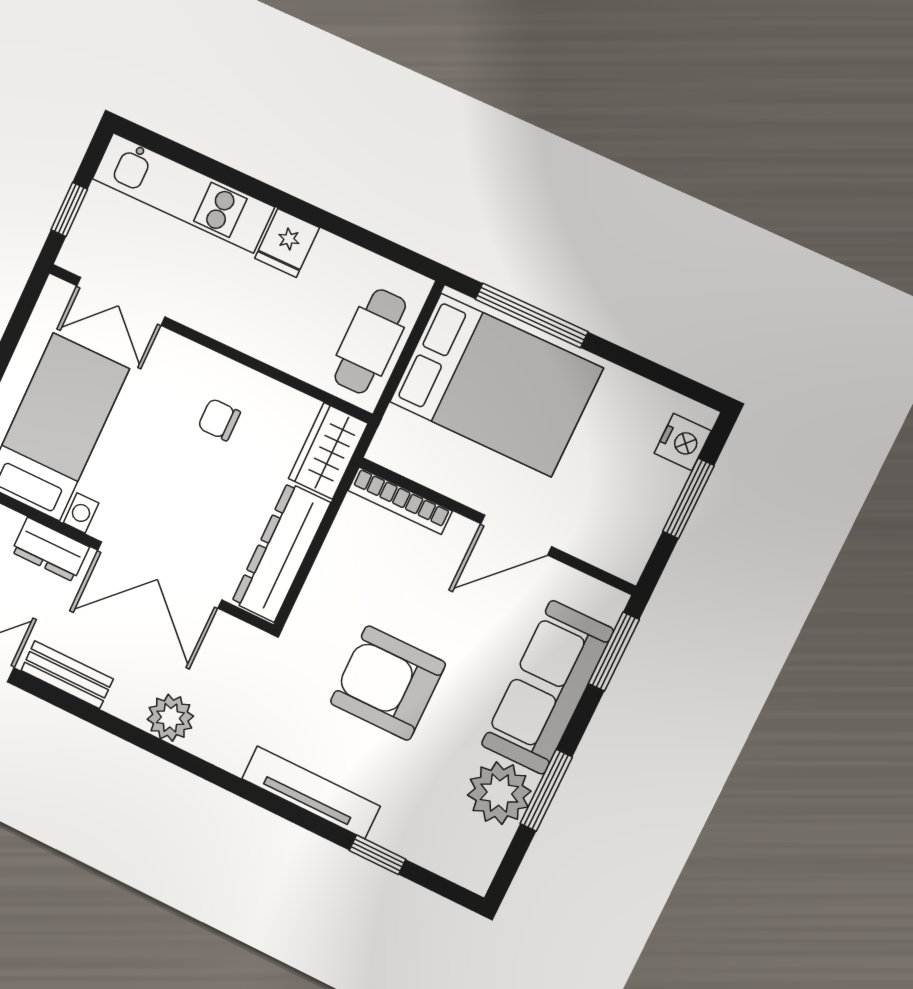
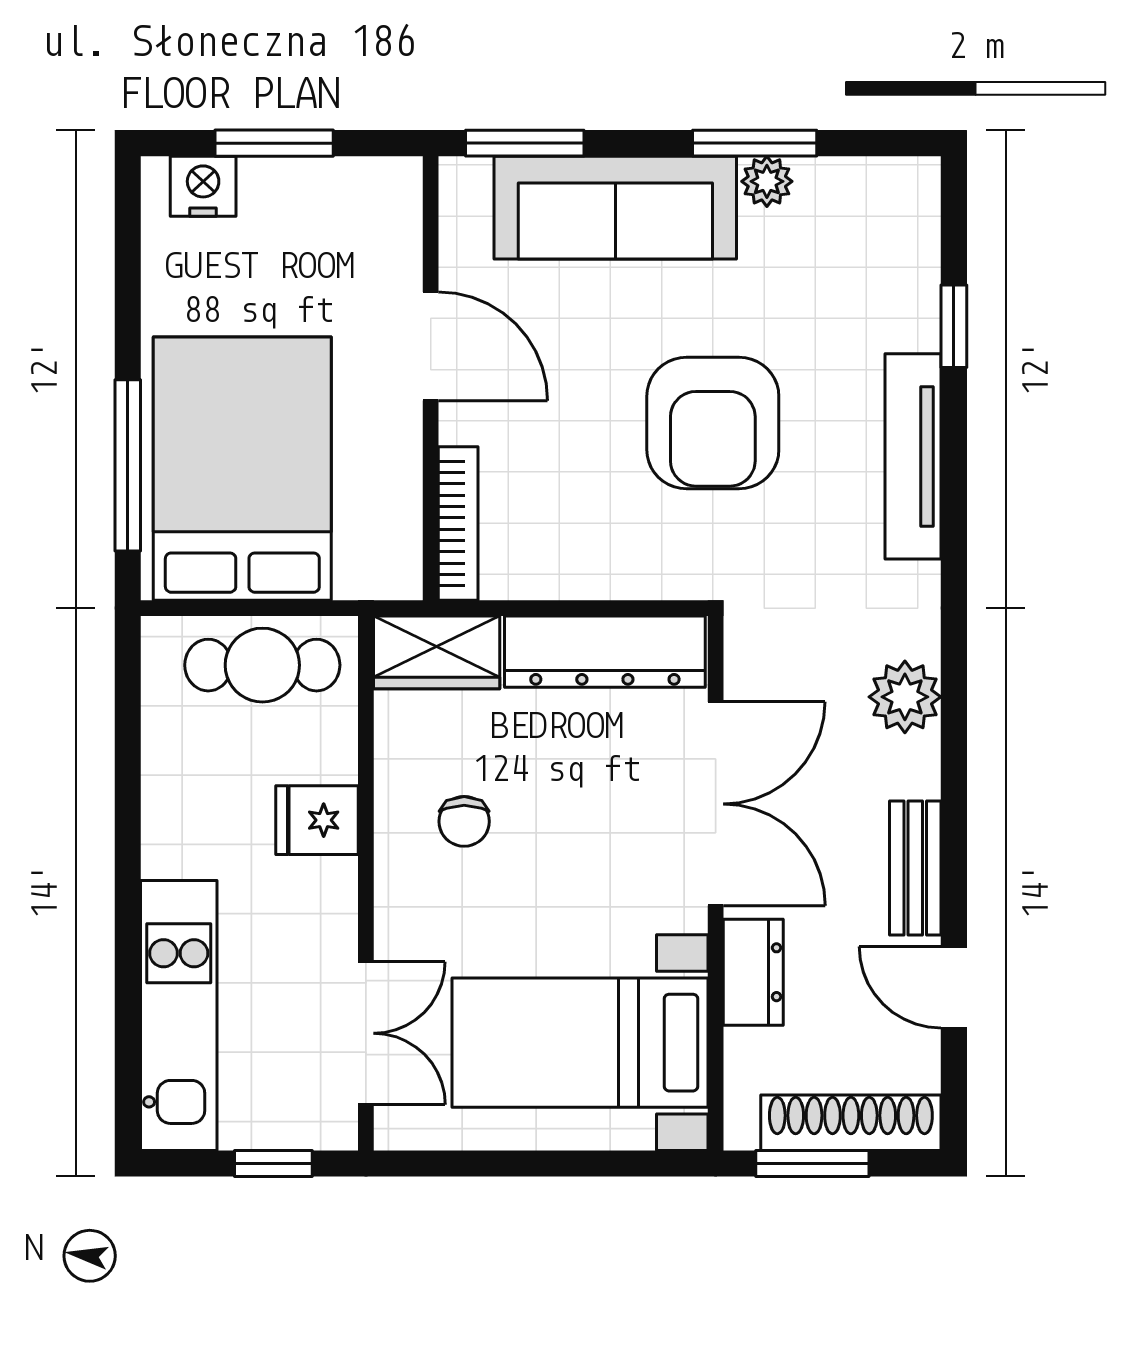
fridge: (287, 243) -> (317, 820), moved, turned 180
plant: (499, 793) -> (767, 181), width x0.53, depth x0.53

